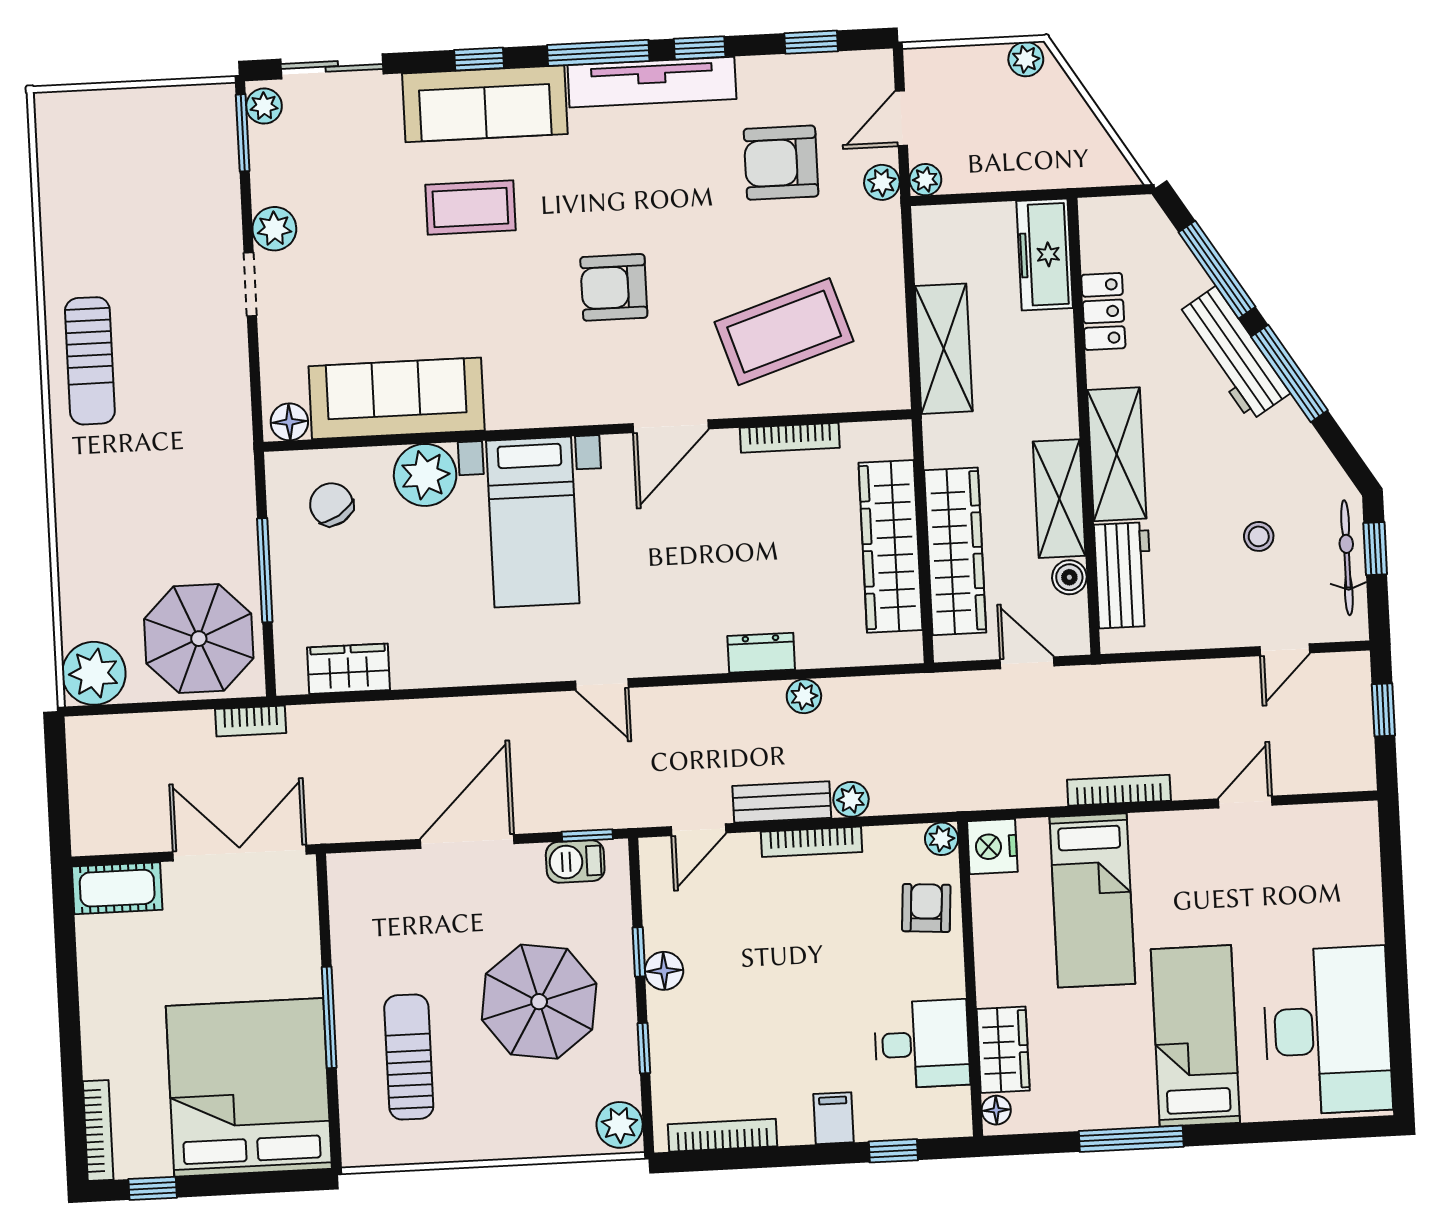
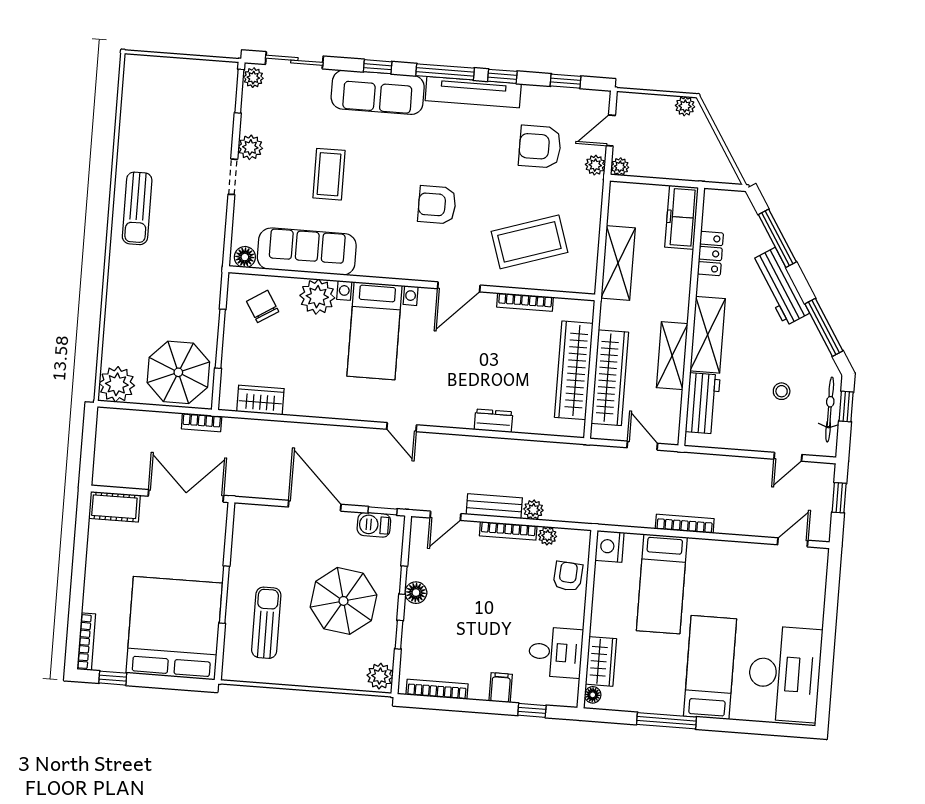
coffee table: (470, 207) -> (329, 174), moved, turned 90
window: (1289, 373) -> (824, 327), moved
boiler: (1069, 577) -> (672, 401), removed
plant: (804, 696) -> (514, 448), removed
door: (1245, 802) -> (793, 542), moved
plant: (942, 839) -> (547, 536), moved
door: (467, 841) -> (315, 506), hinge flipped

